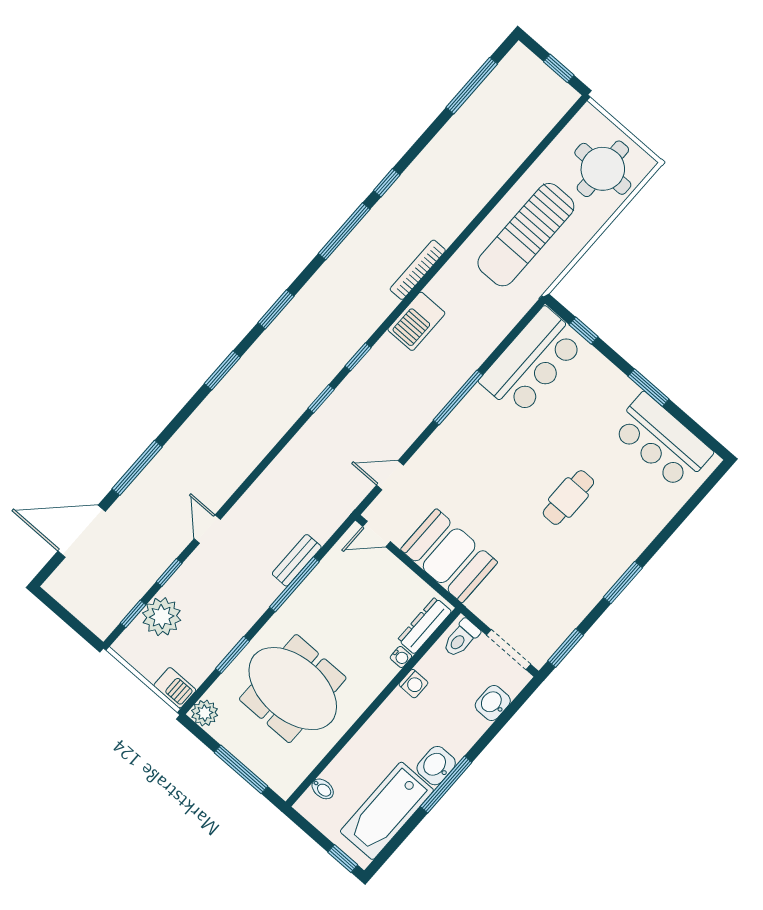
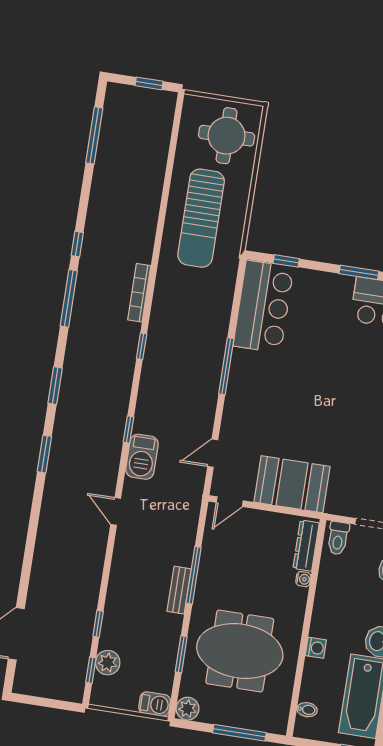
barbecue: (416, 321) -> (142, 457), moved
window: (358, 357) -> (142, 346), moved
window: (137, 468) -> (27, 563), removed
cafe table: (568, 498) -> (351, 388), removed
door: (207, 529) -> (116, 511), moved
bench: (297, 560) -> (179, 590), moved
plant: (162, 617) -> (108, 663), width x0.73, depth x0.73
washing machine: (413, 684) -> (316, 648), moved

